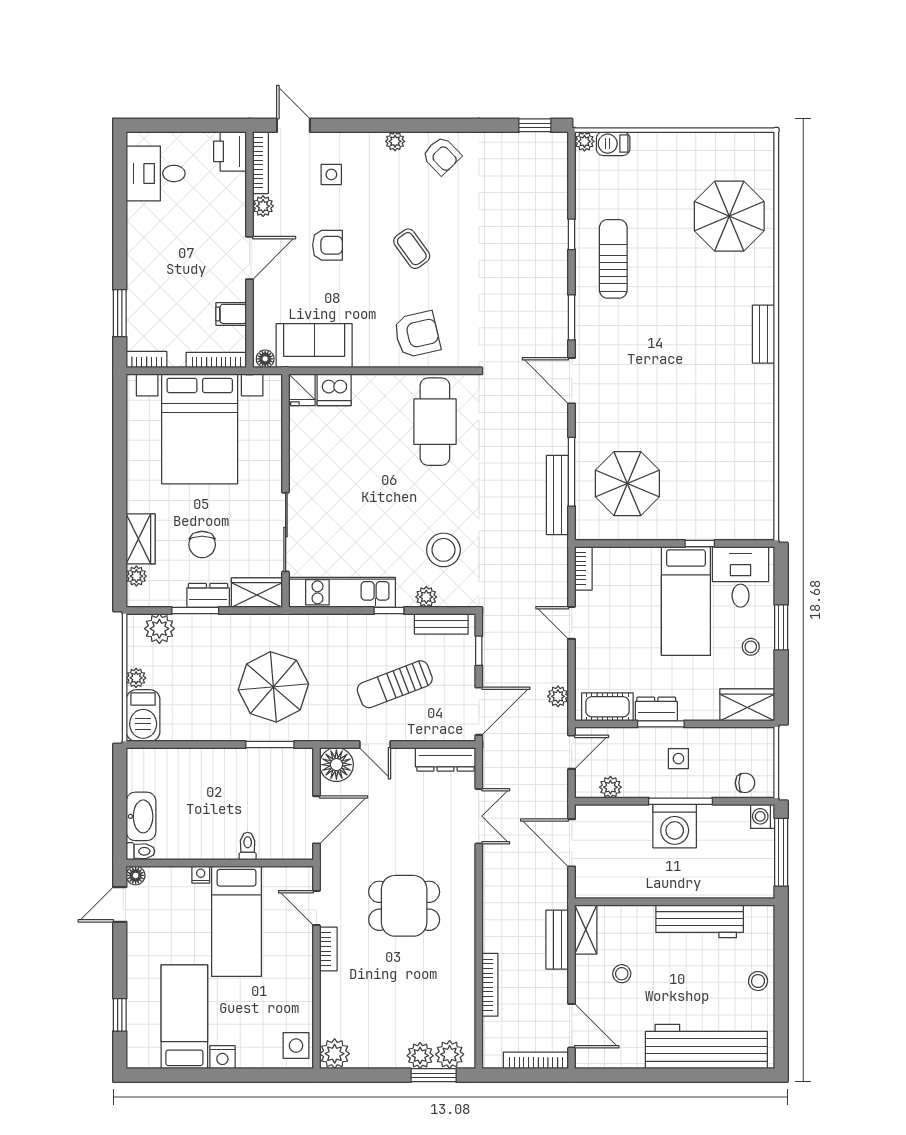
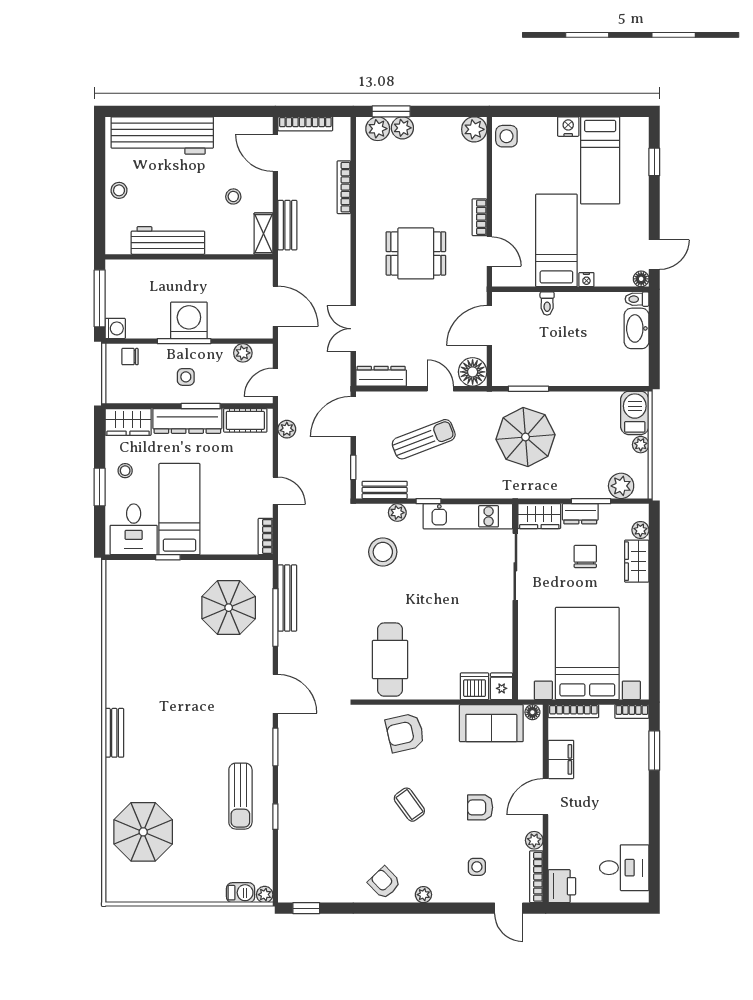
filing cabinet: (231, 314) -> (561, 759), width x2.00
dresser: (656, 709) -> (187, 421), width x1.96, depth x1.24

